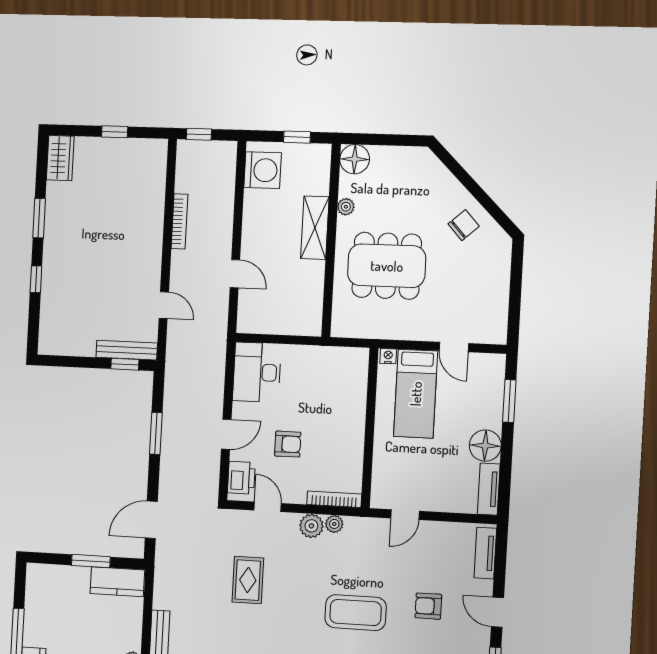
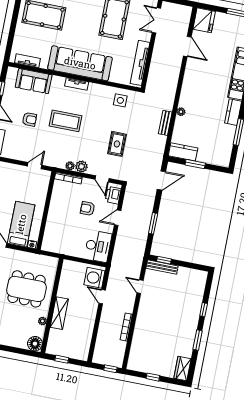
washing machine: (263, 170) -> (94, 278), moved

